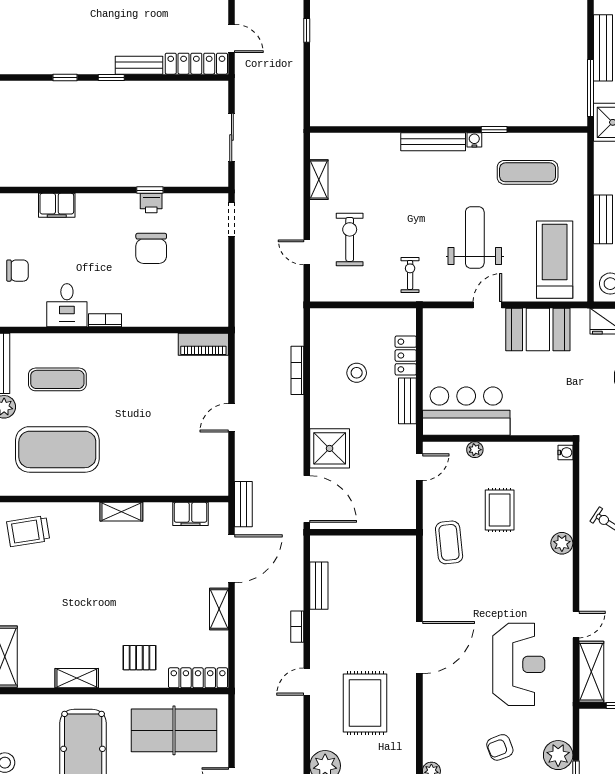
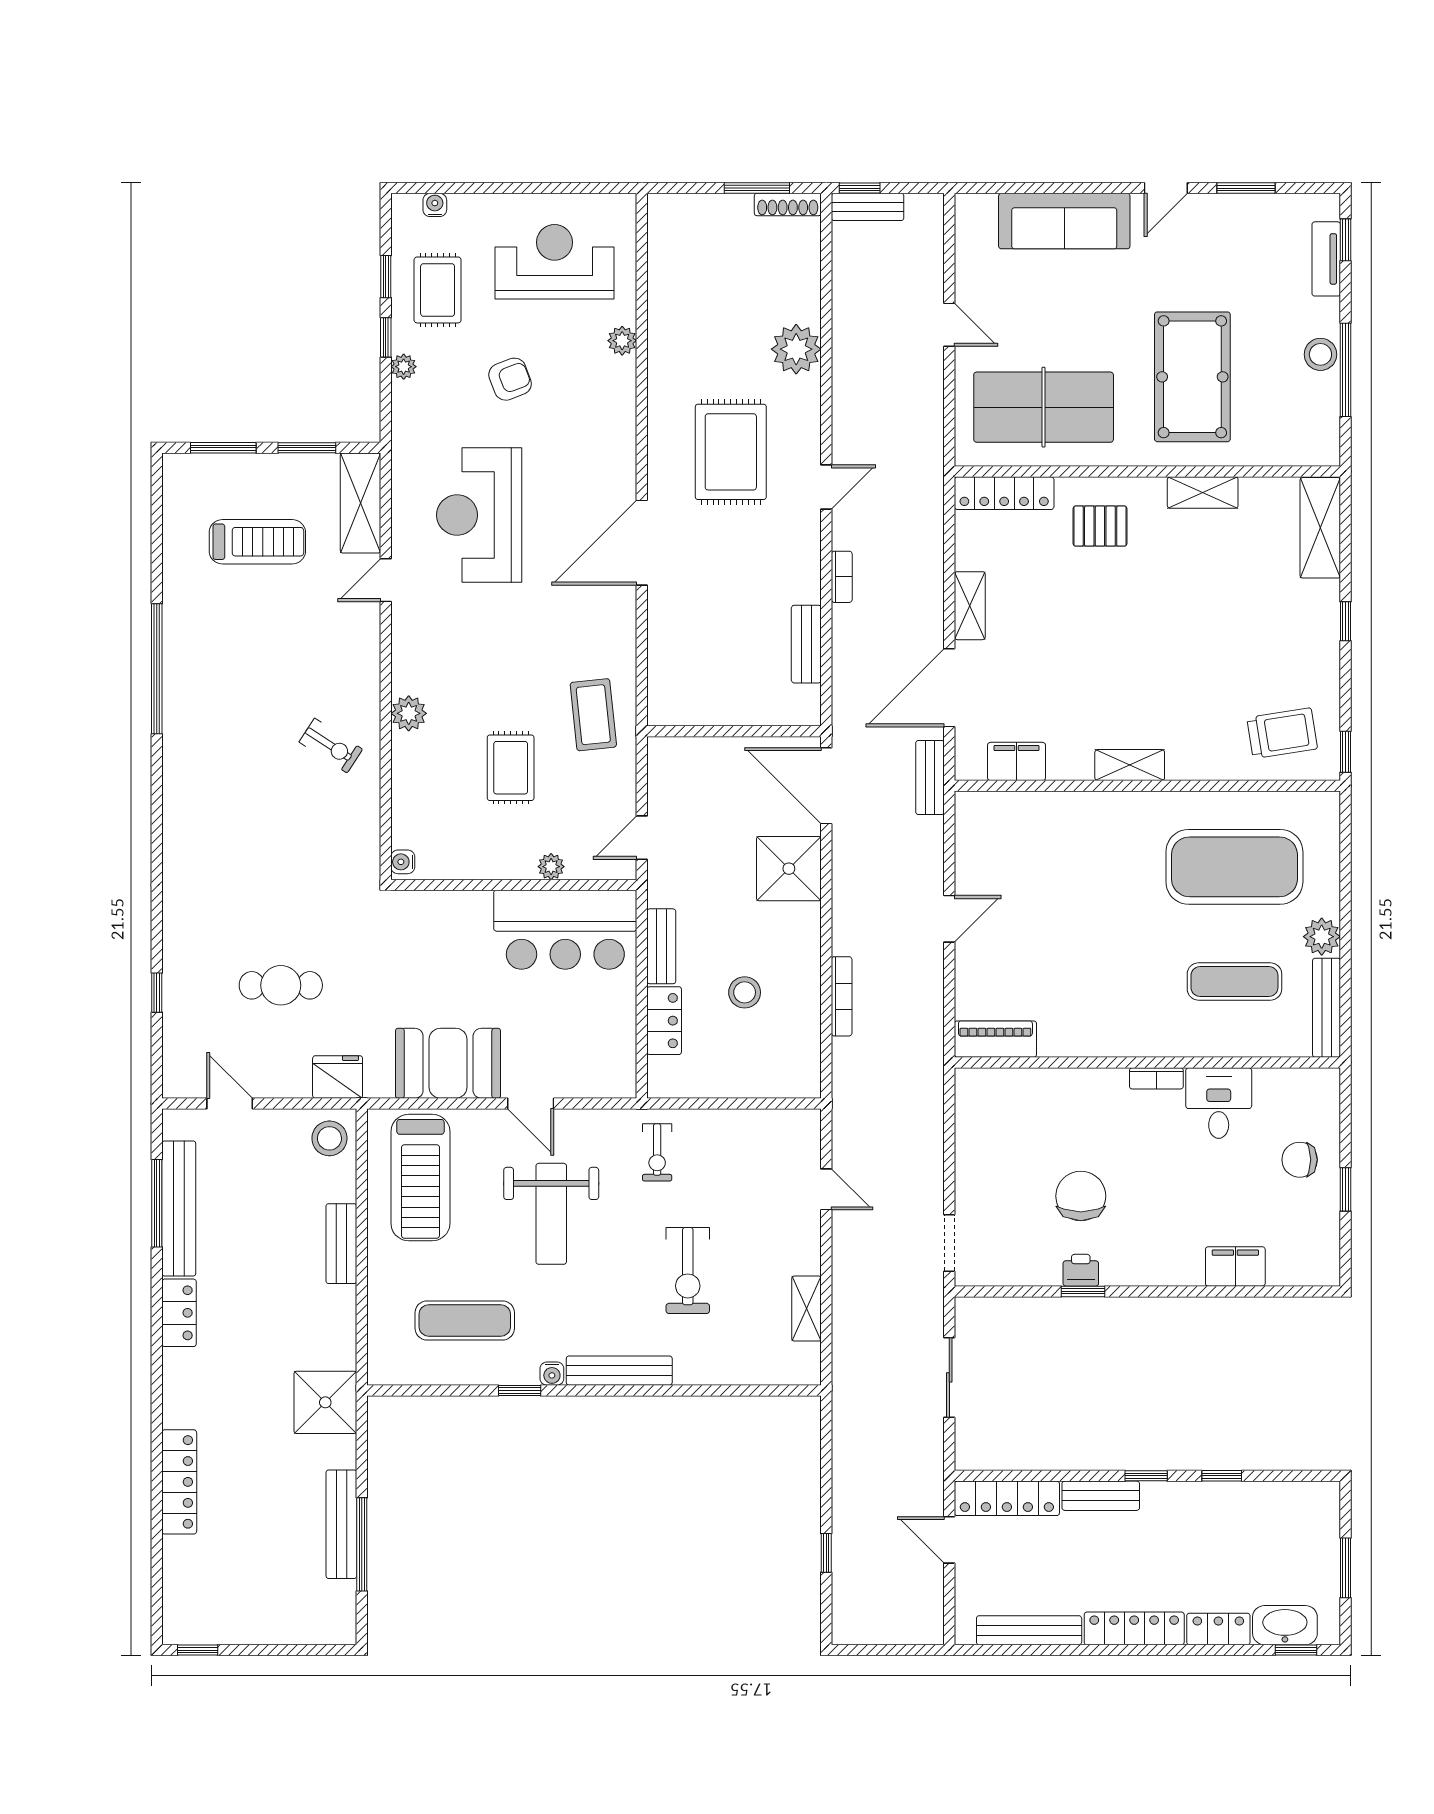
window: (591, 88) -> (362, 1544), moved
exercise bike: (350, 239) -> (688, 1270), moved
door: (487, 305) -> (531, 1104), hinge flipped
plant: (558, 755) -> (404, 367), width x0.53, depth x0.53

